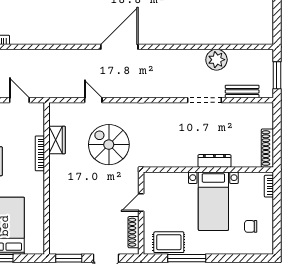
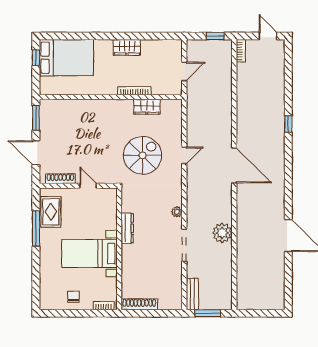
plant: (216, 60) -> (222, 233), moved
bench: (242, 91) -> (192, 294), moved
door: (93, 100) -> (184, 155), moved
plant: (169, 108) -> (177, 212), added
dresser: (214, 161) -> (127, 228), moved
chair: (251, 226) -> (73, 297), moved

